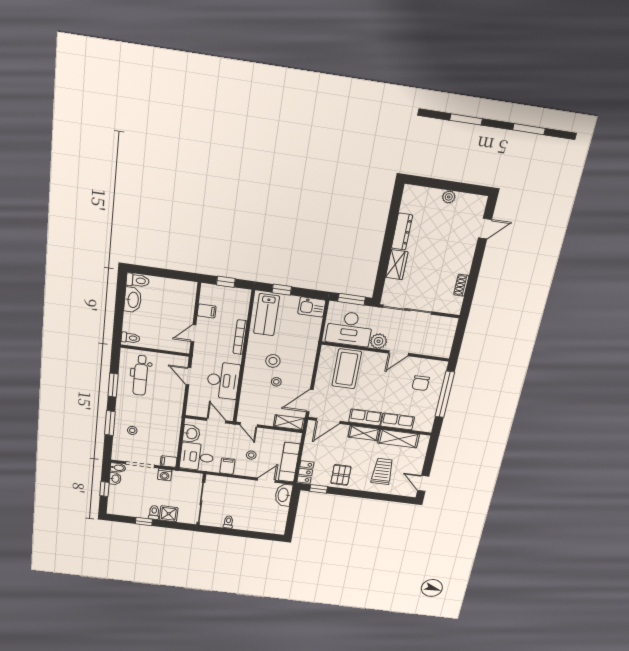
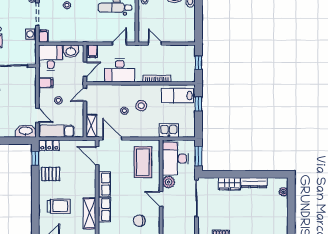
plant: (449, 197) -> (283, 192), moved
kitchen sink: (312, 307) -> (169, 130), moved, turned 90
filing cabinet: (207, 311) -> (92, 51), moved
coffee table: (347, 369) -> (143, 162), turned 90
shelving: (364, 433) -> (90, 185), removed

